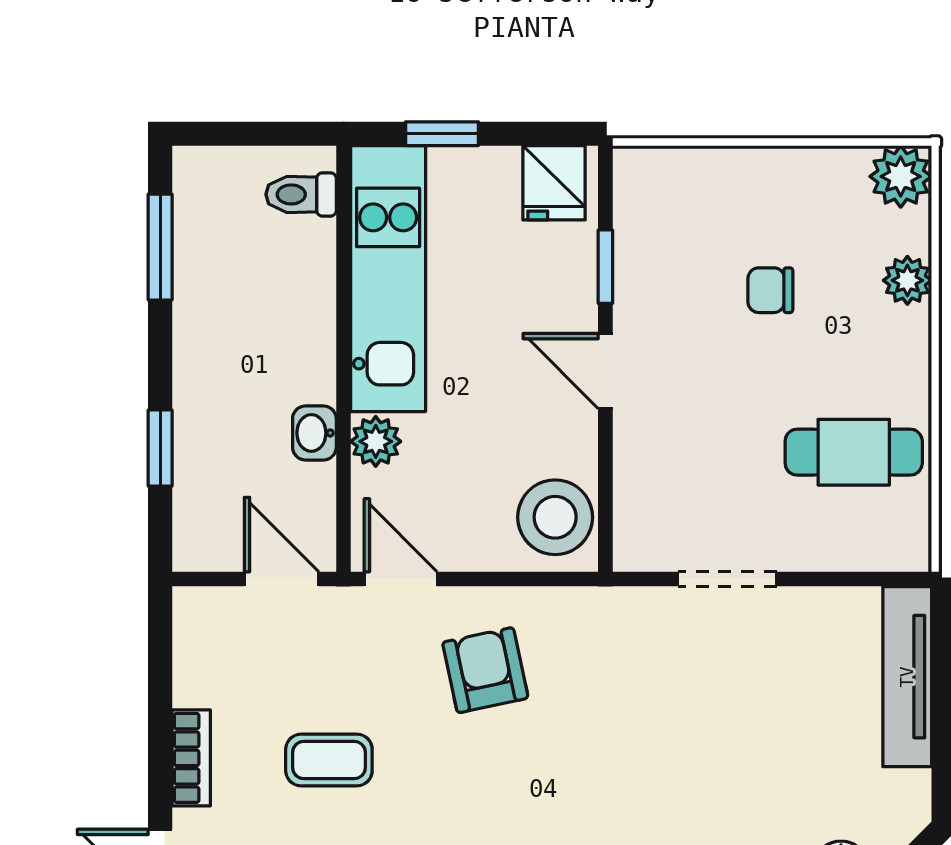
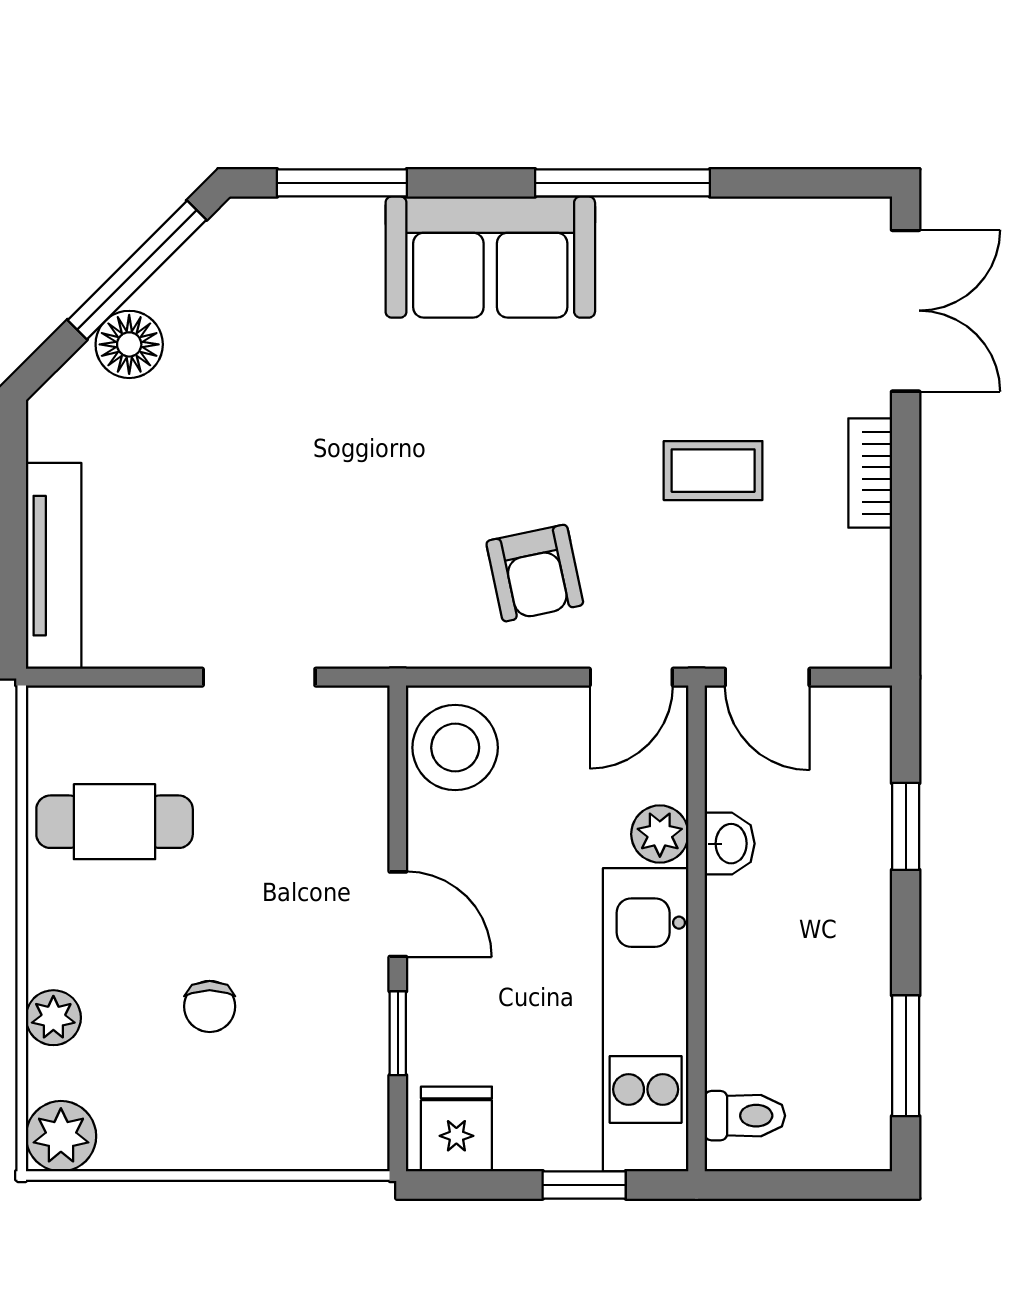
chair: (770, 290) -> (210, 1006), turned 90
door: (401, 579) -> (631, 677), hinge flipped

